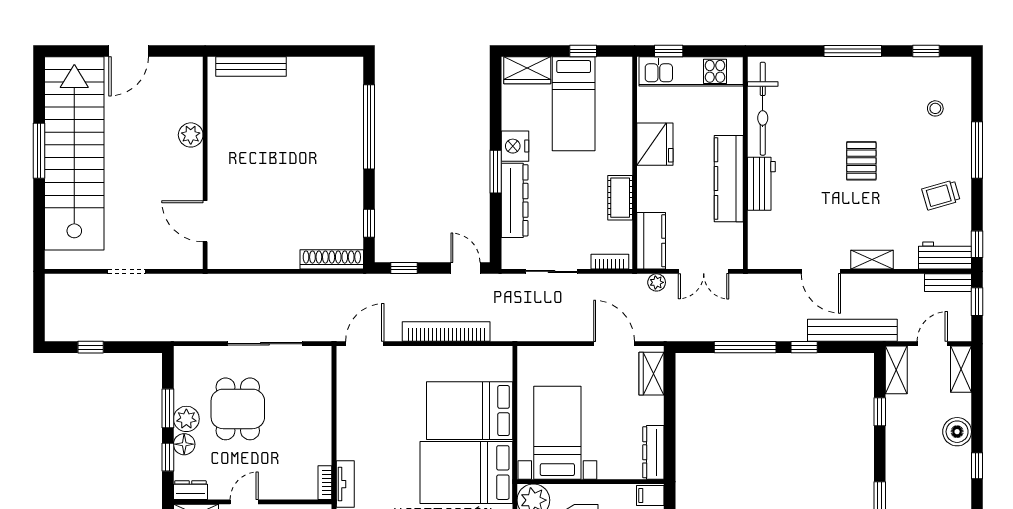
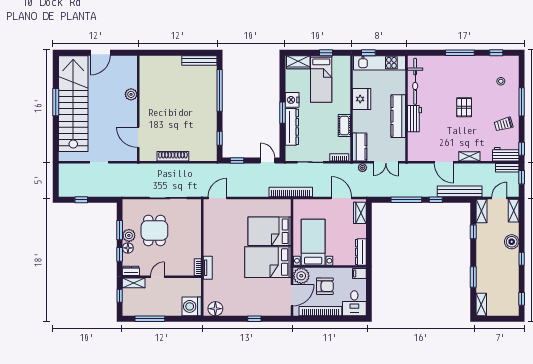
bench: (251, 67) -> (199, 60), moved
shoe rack: (332, 259) -> (173, 156), moved
bookcase: (446, 332) -> (291, 192), moved

